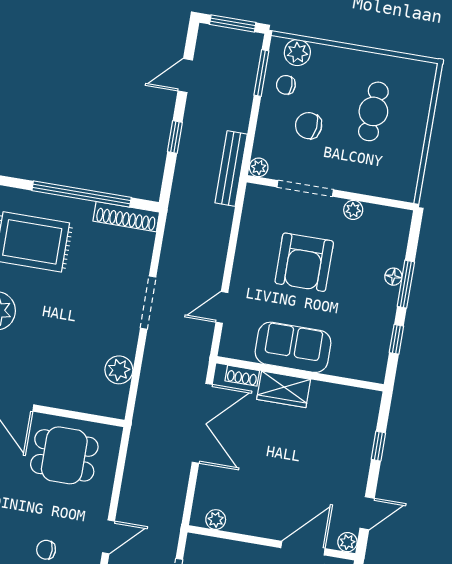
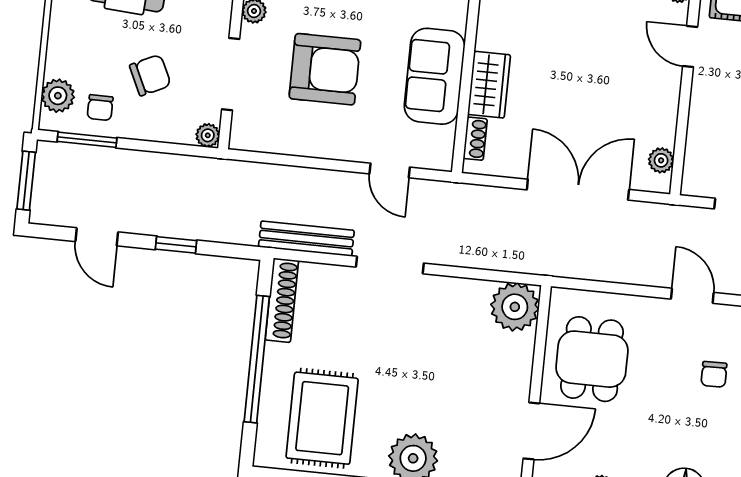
chair: (309, 126) -> (150, 75), turned -121
bench: (231, 169) -> (306, 239), moved
plant: (119, 370) -> (515, 307), moved, width x1.36, depth x1.36
double door: (202, 423) -> (578, 190), moved
door: (303, 548) -> (690, 47), width x0.73

